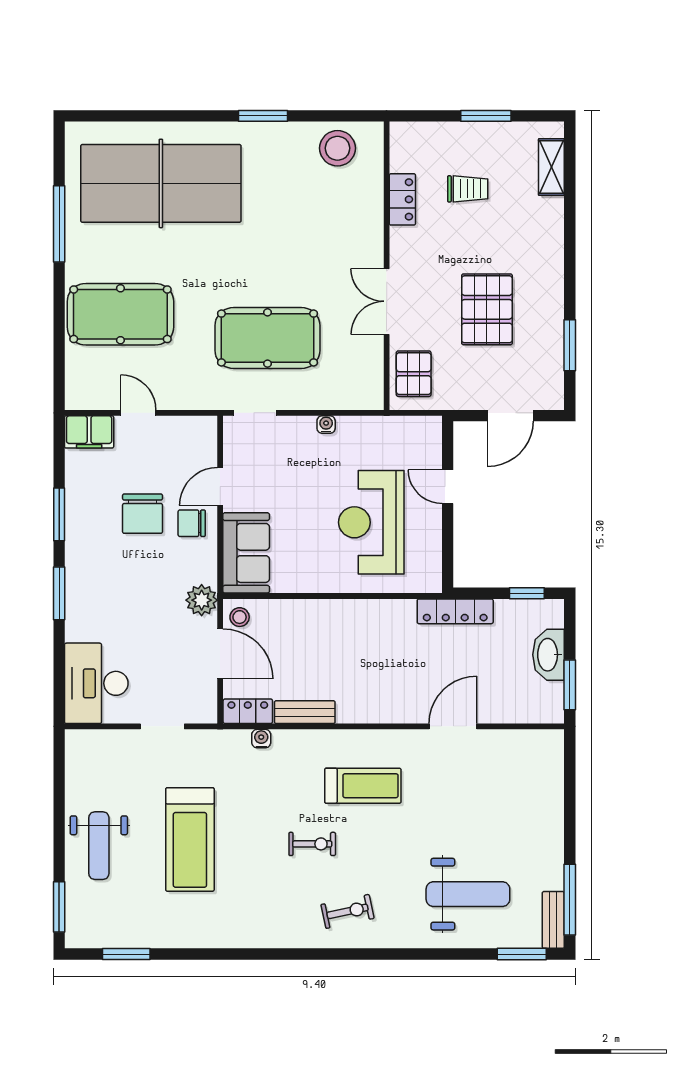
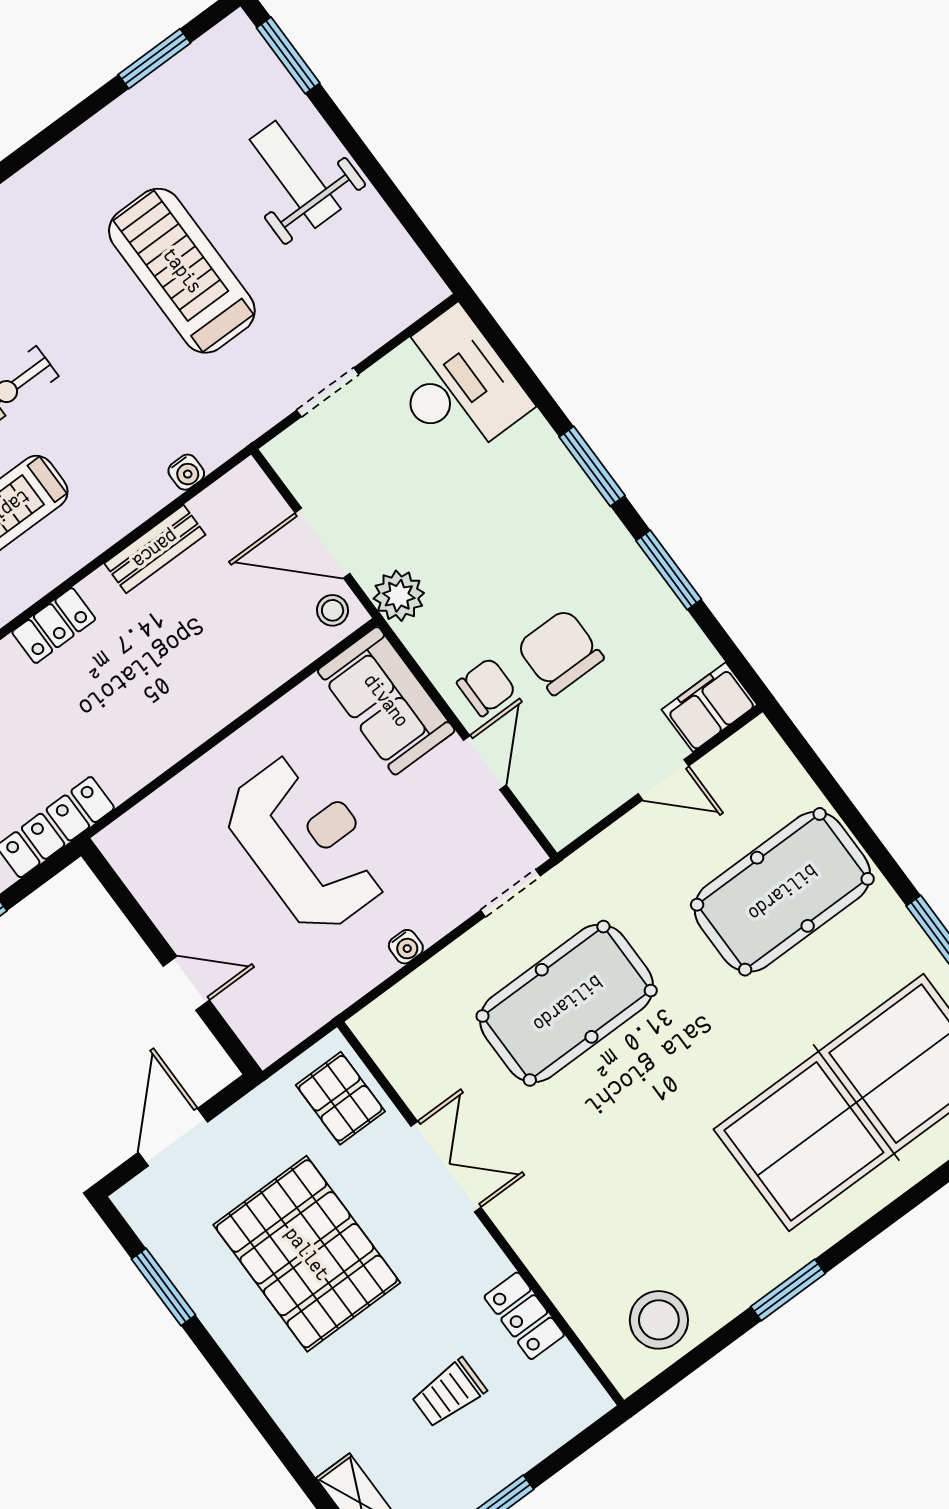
pallet: (487, 309) -> (307, 1254), width x1.37, depth x1.41
reception desk: (371, 522) -> (307, 843), moved
locker: (248, 711) -> (54, 626), moved

